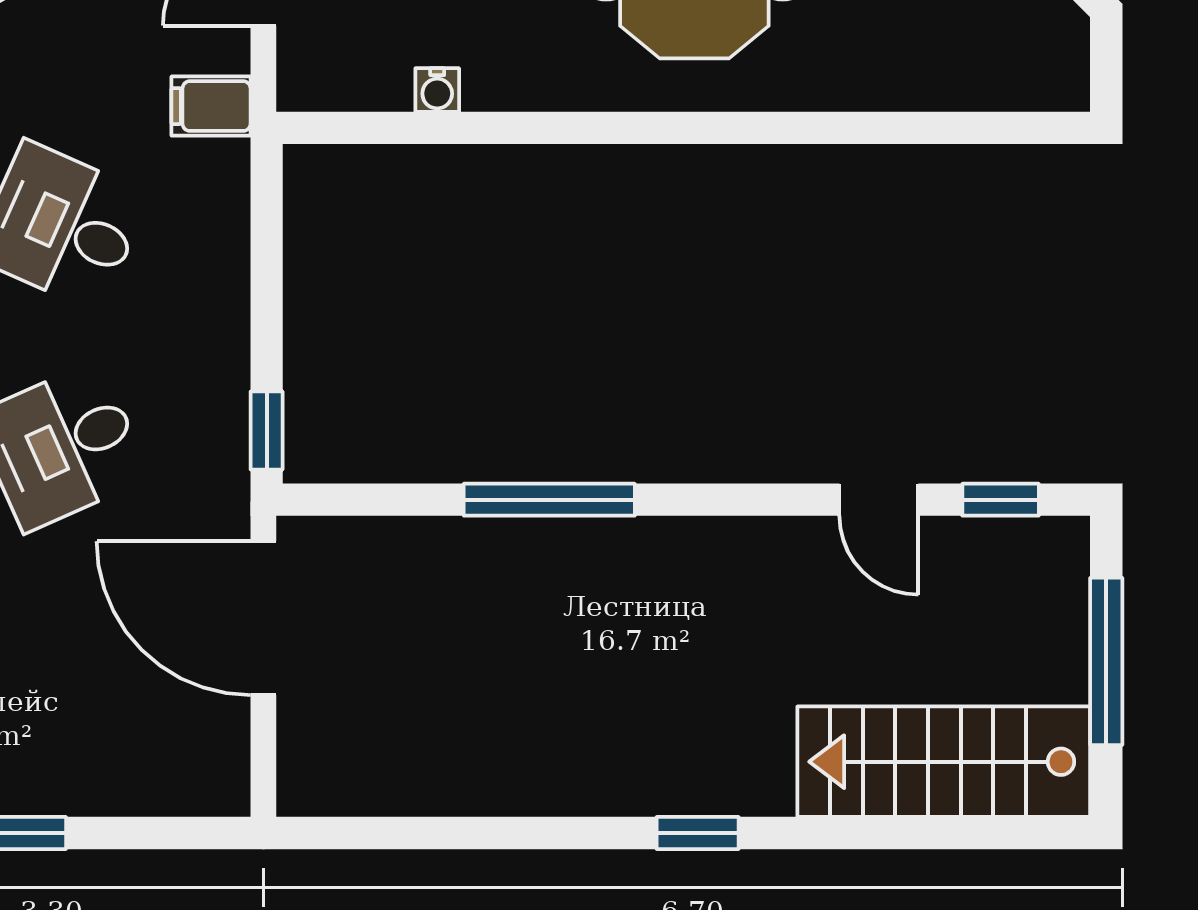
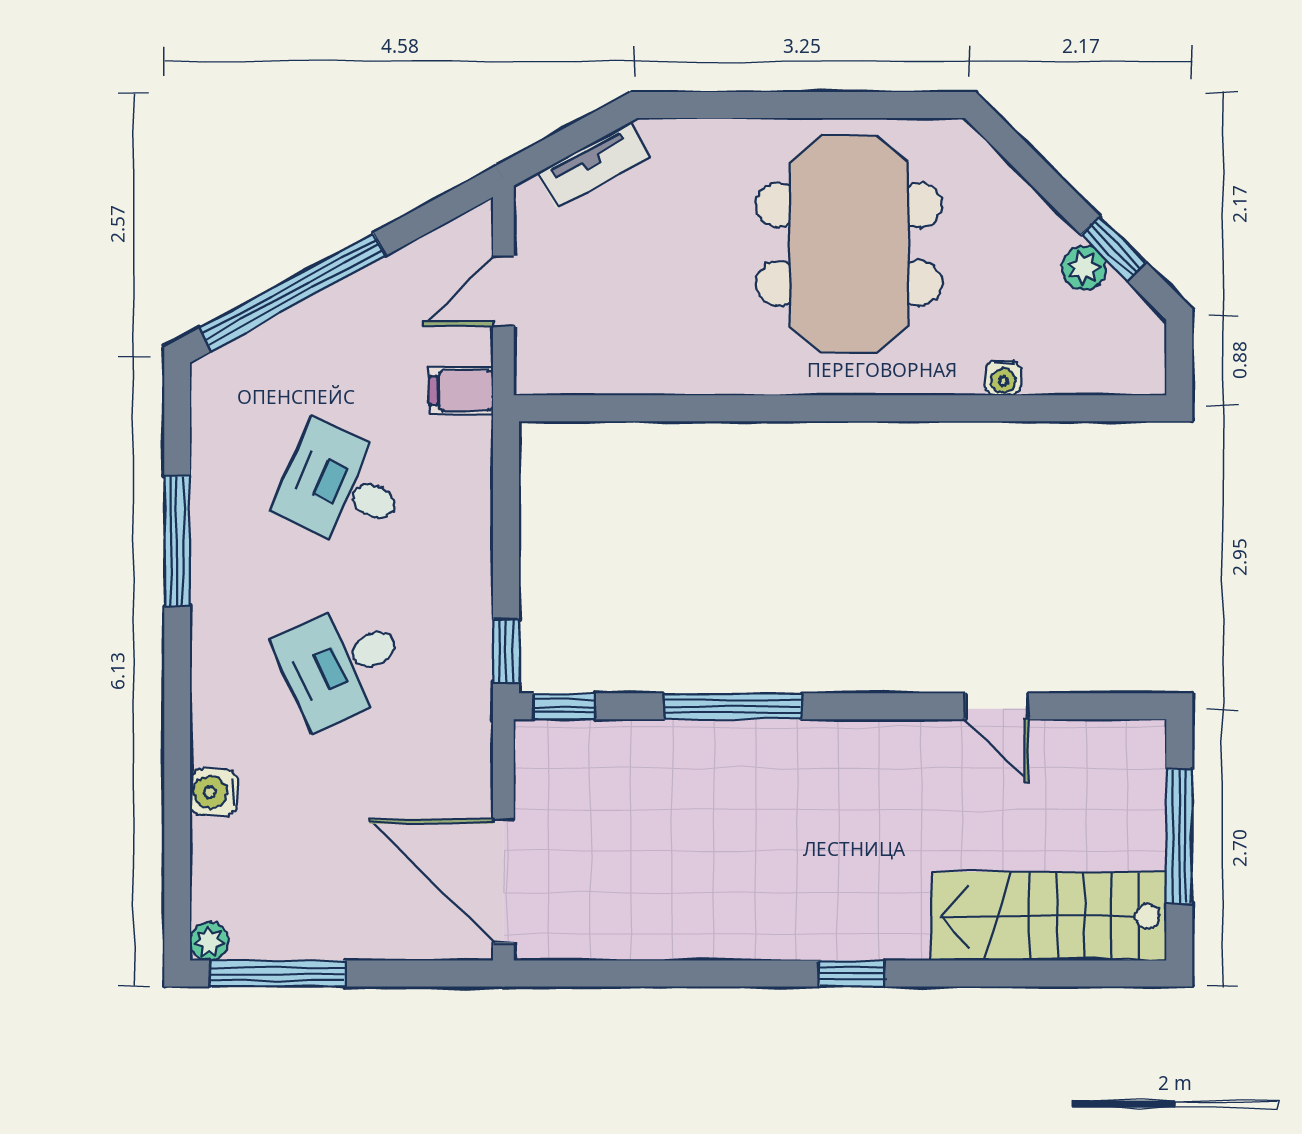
water cooler: (437, 90) -> (1003, 378), moved
window: (1001, 500) -> (564, 706), moved
door: (263, 618) -> (503, 881), moved

